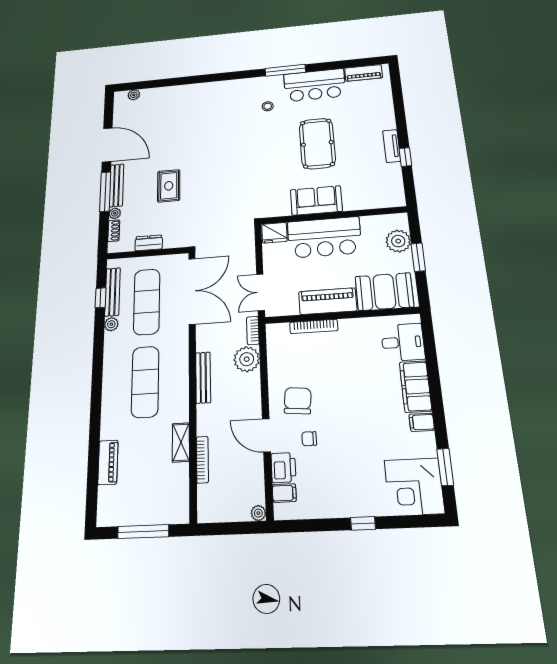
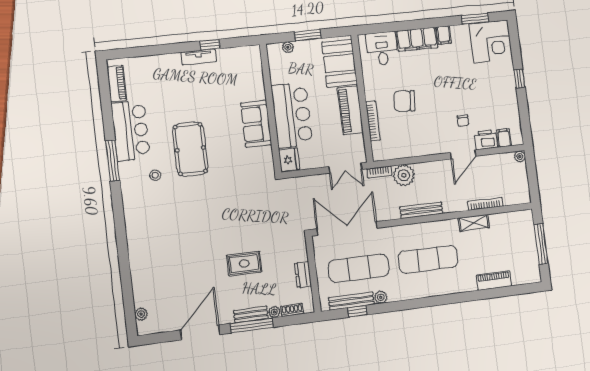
pool table: (317, 143) -> (190, 149), moved, turned 90
bench: (117, 185) -> (251, 314), width x0.73
plant: (398, 241) -> (288, 47), width x0.53, depth x0.53
chair: (298, 401) -> (404, 101), moved

